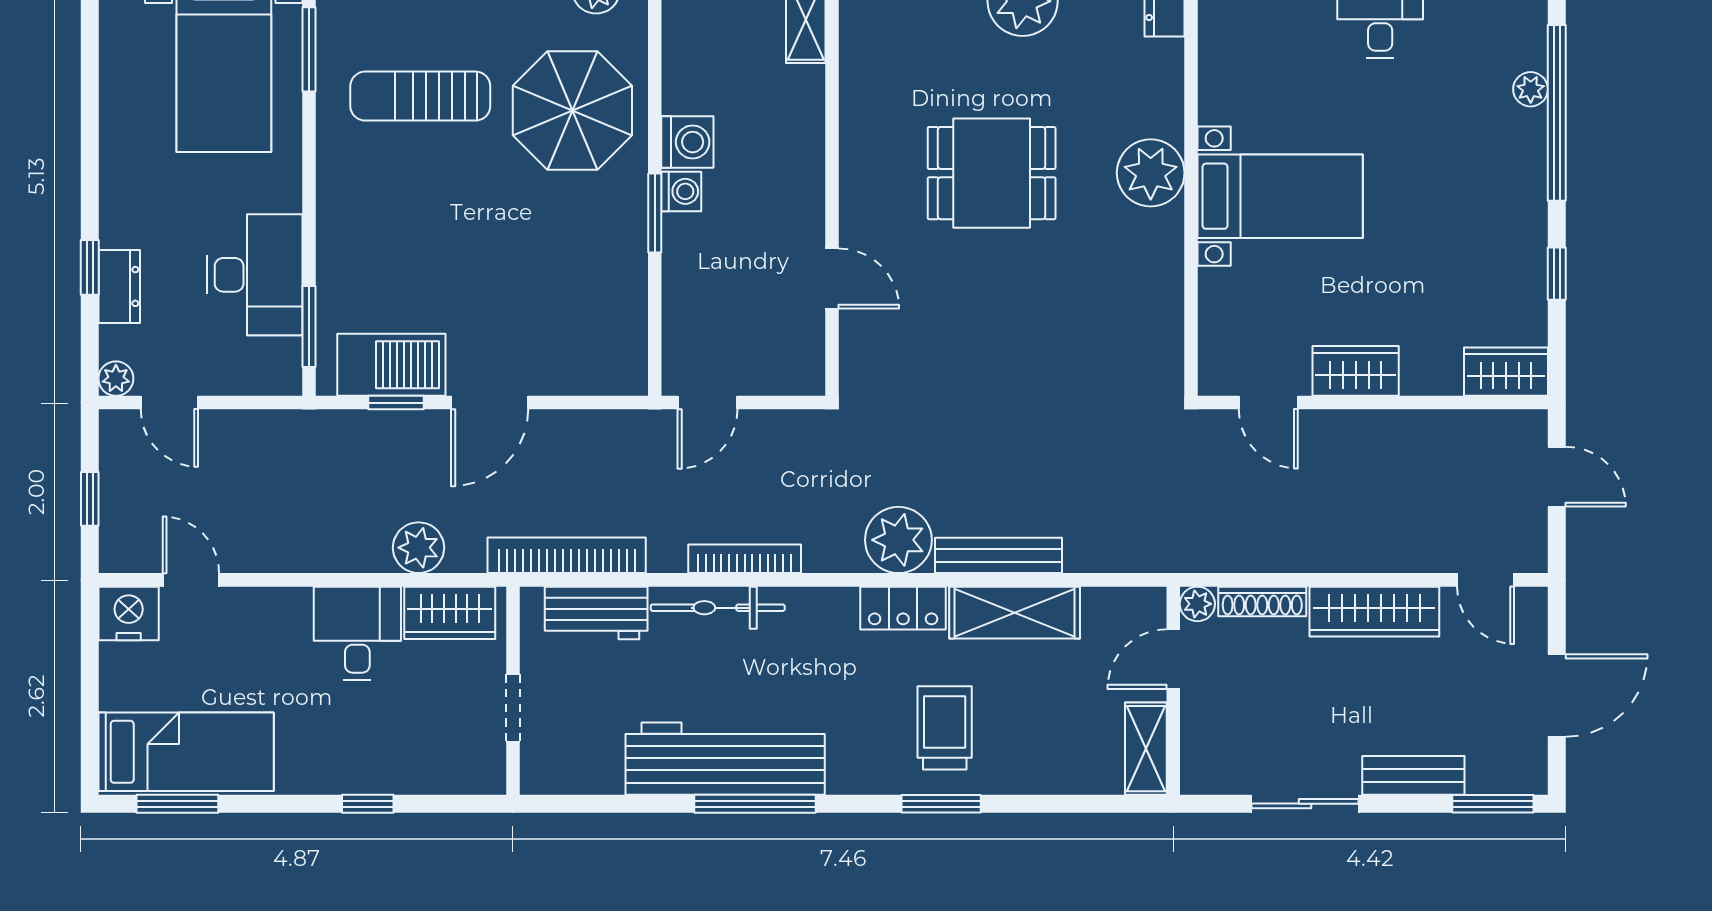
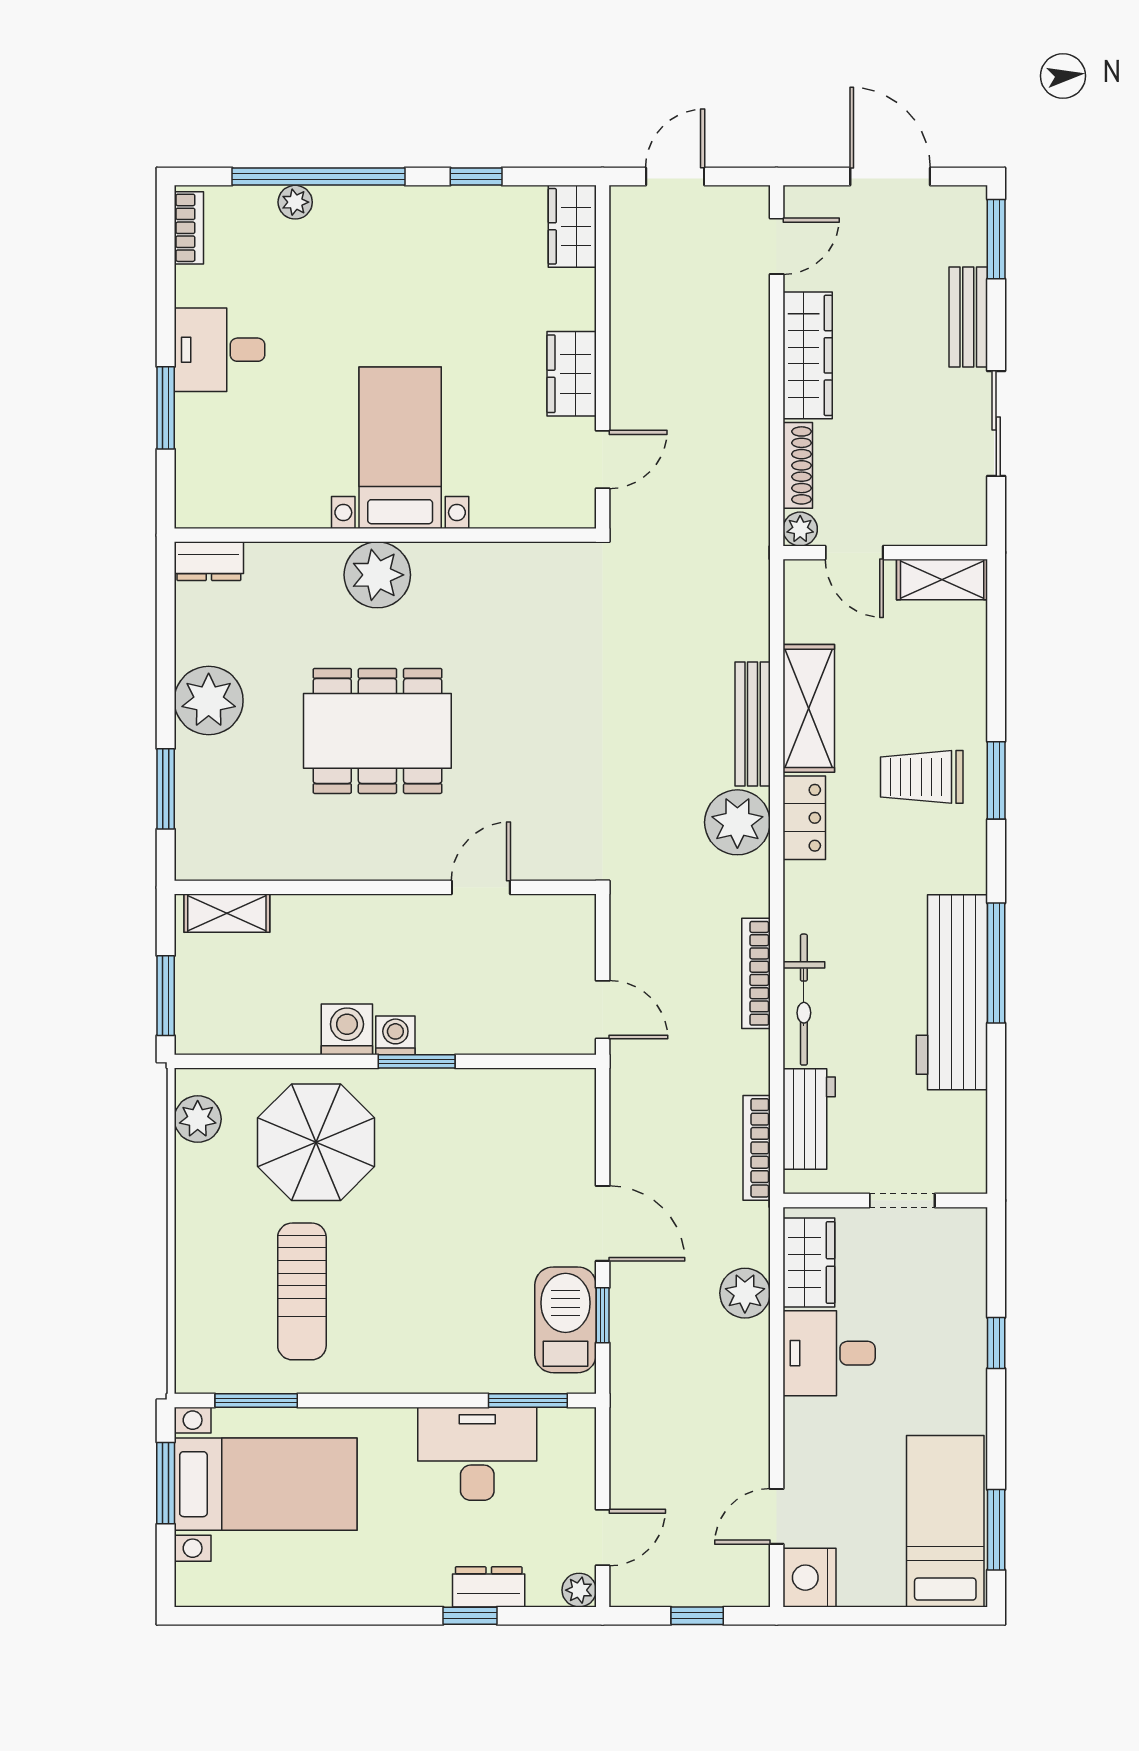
dining table: (992, 173) -> (377, 731), width x1.38
bookcase: (567, 555) -> (757, 1148), width x0.68, depth x0.76

